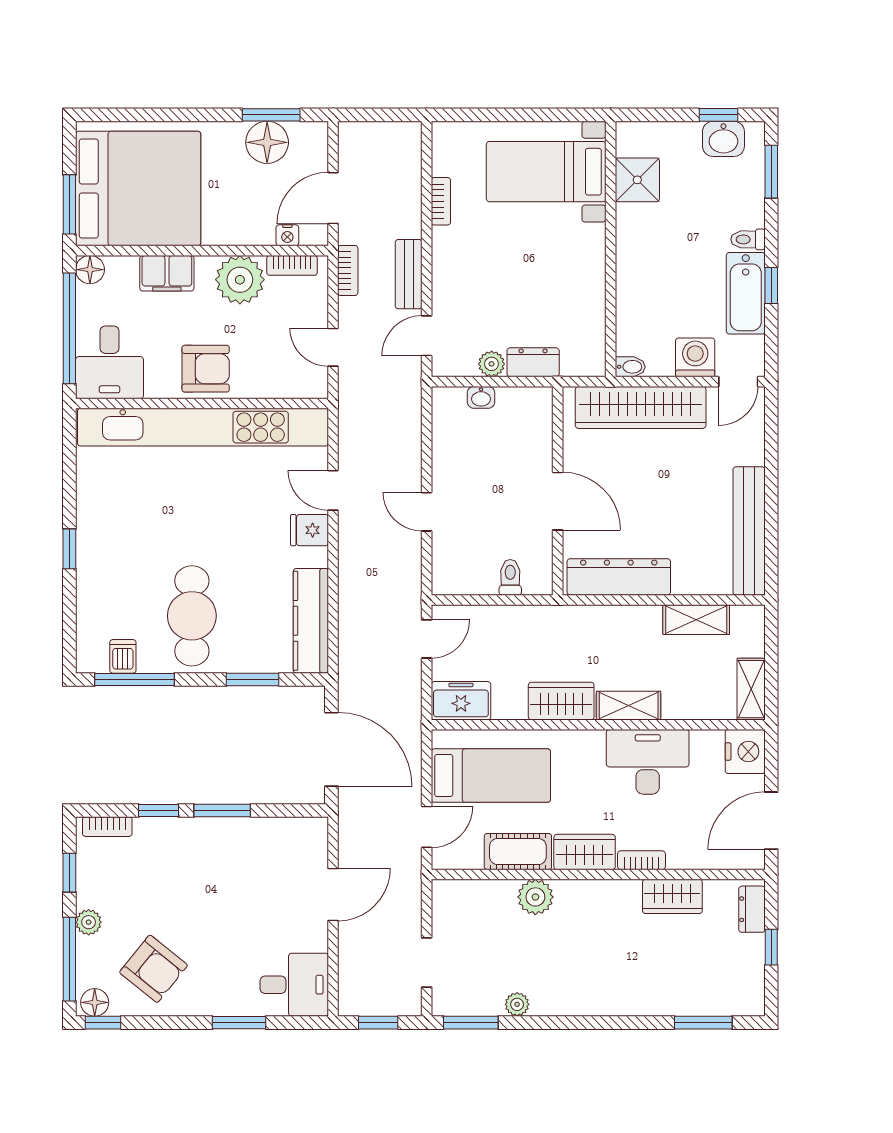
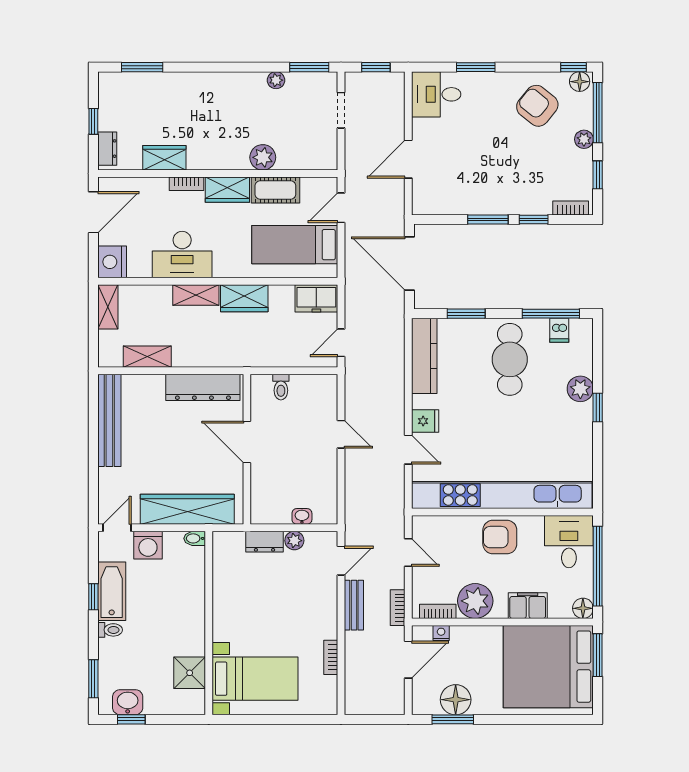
plant: (94, 575) -> (580, 389), added

